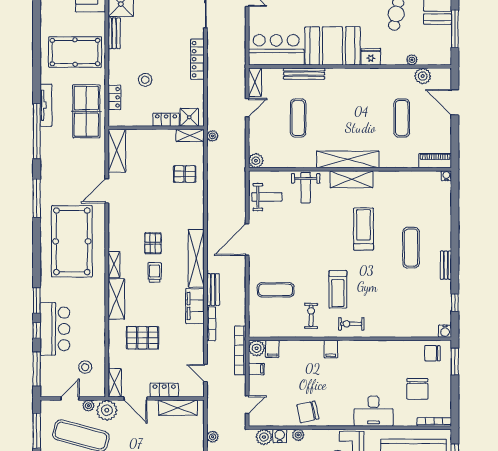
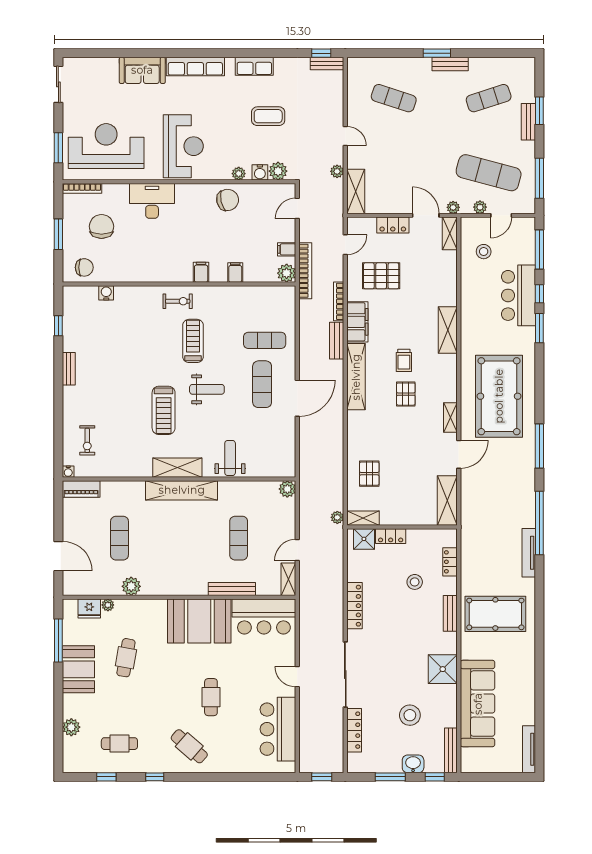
bench: (114, 33) -> (450, 613), moved
fridge: (371, 57) -> (89, 608), moved
plant: (423, 76) -> (131, 586), moved
table tennis table: (86, 111) -> (482, 546), removed
pallet: (185, 174) -> (369, 474), turned 90
weight bench: (267, 197) -> (207, 389), moved, turned 180
exercise mat: (411, 248) -> (262, 384), moved
shelving: (114, 265) -> (450, 417), moved
exercise bike: (311, 316) -> (87, 440), moved
water cooler: (445, 331) -> (106, 293), moved
pallet: (142, 338) -> (381, 276), moved
filing cabinet: (272, 349) -> (235, 272), moved
window: (455, 361) -> (58, 234), moved
door: (205, 373) -> (345, 245), hinge flipped
shelving: (178, 408) -> (356, 191), moved, turned 90
plant: (107, 410) -> (453, 207), width x0.53, depth x0.53

